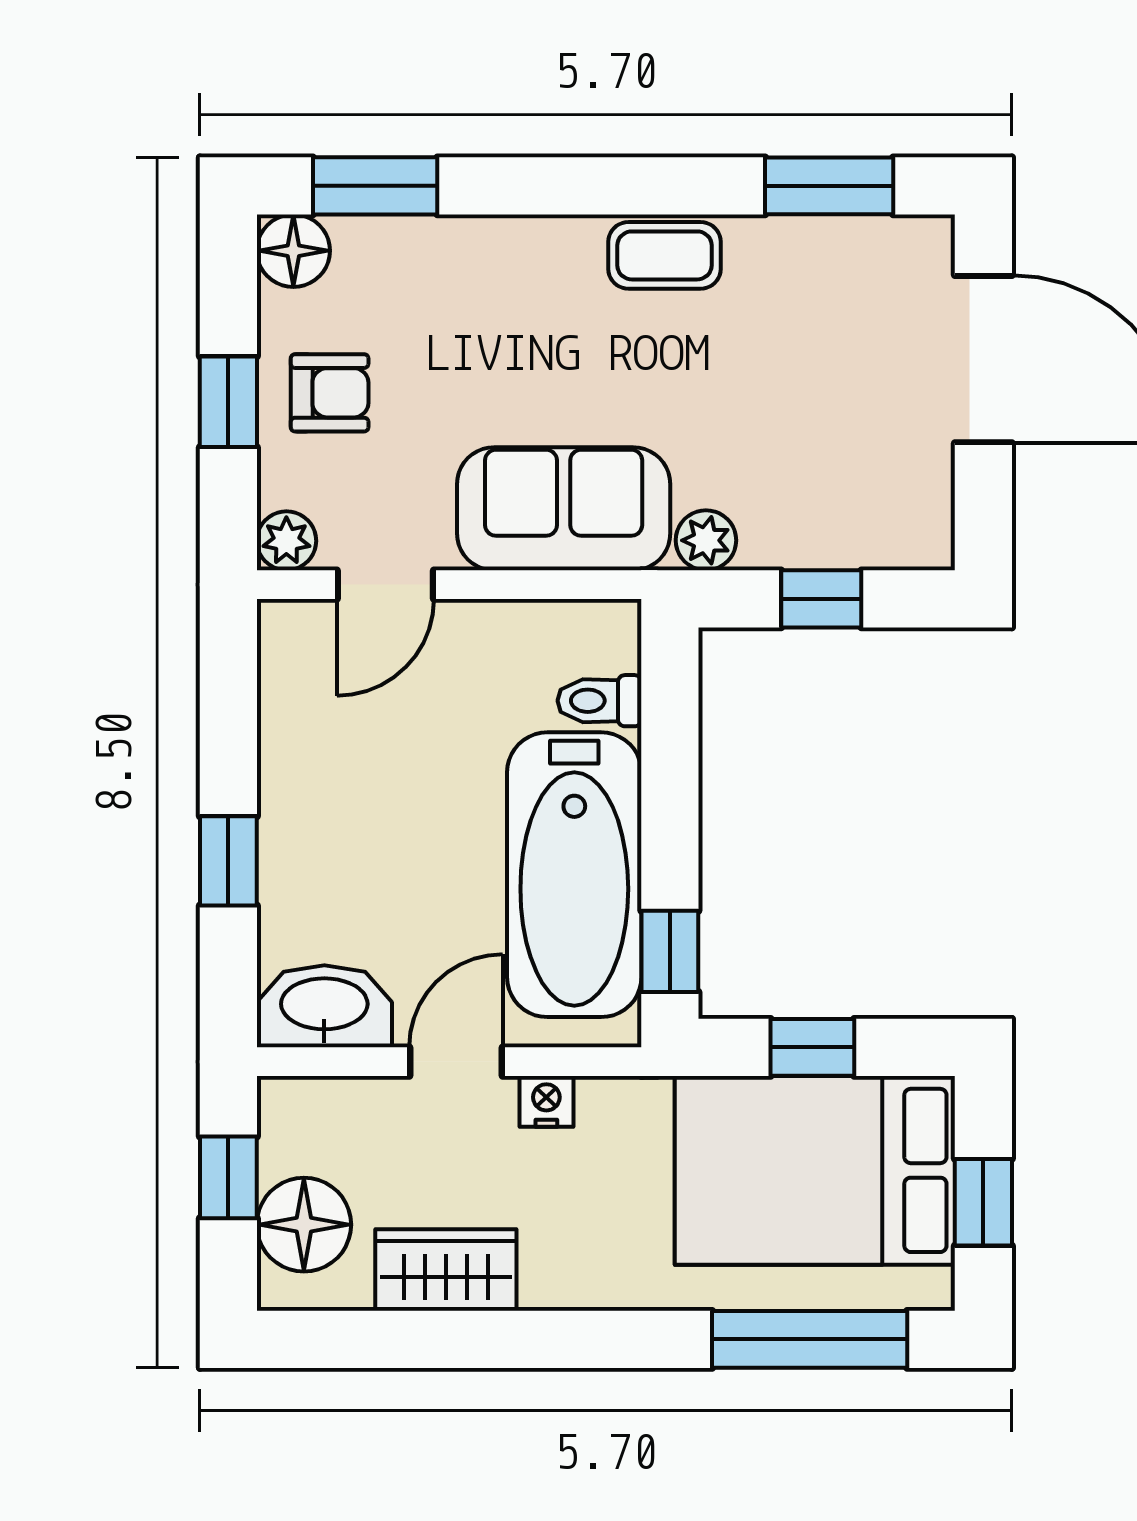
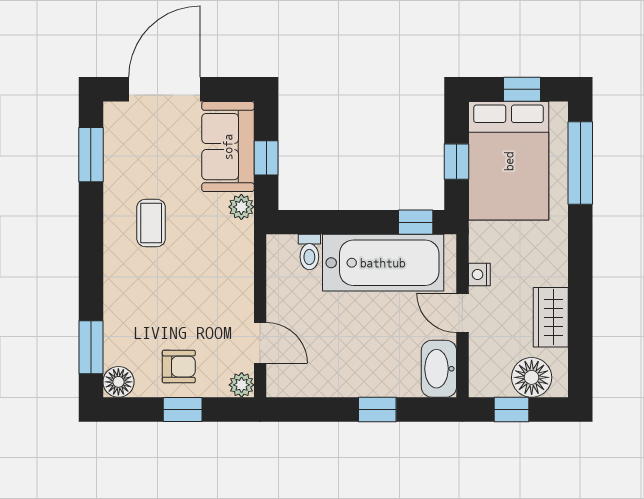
coffee table: (664, 255) -> (151, 223), moved
armchair: (330, 393) -> (179, 367), turned 90
sofa: (564, 509) -> (228, 147), moved

